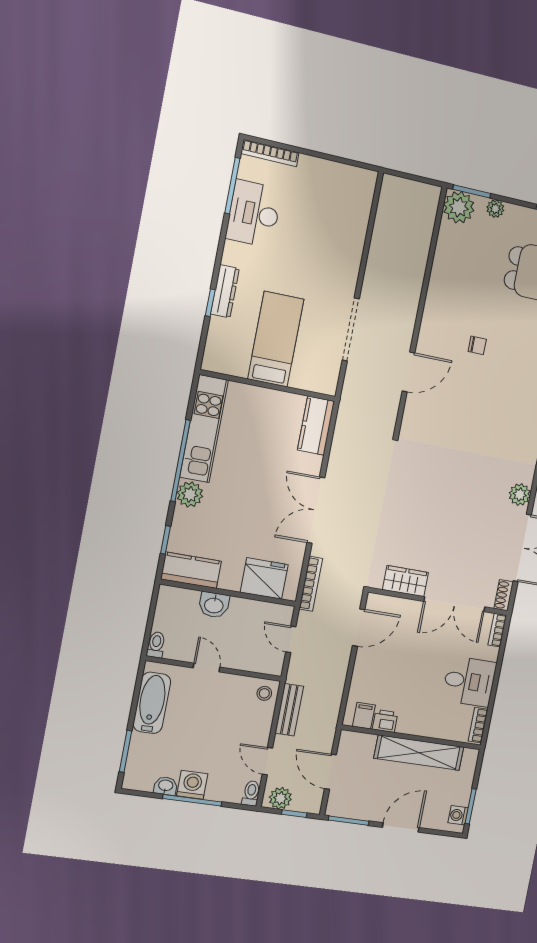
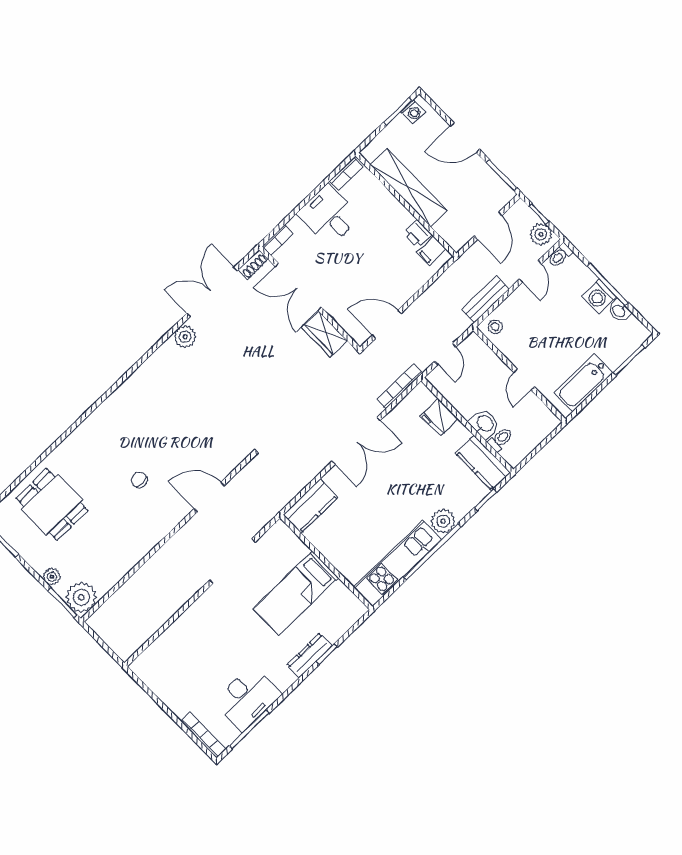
fridge: (264, 579) -> (439, 417), width x0.73, depth x0.75
double door: (454, 604) -> (298, 287), swing flipped
toilet: (156, 645) -> (501, 439), moved, turned 180

